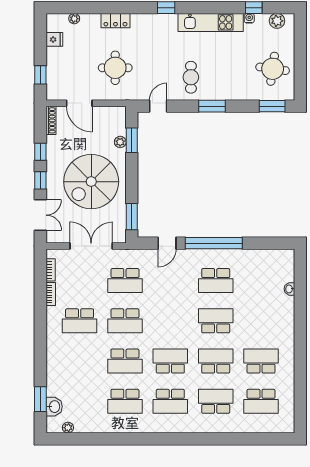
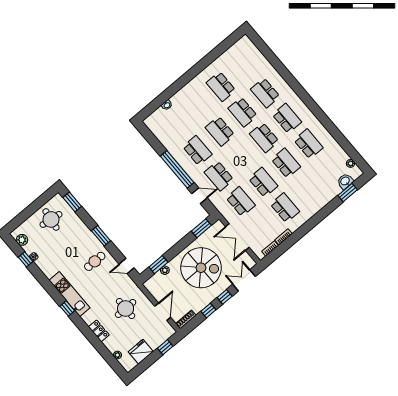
kitchen unit: (211, 22) -> (69, 294), moved
fridge: (54, 39) -> (141, 352), width x1.88, depth x1.34
school desk: (261, 401) -> (219, 176), moved, turned 180

